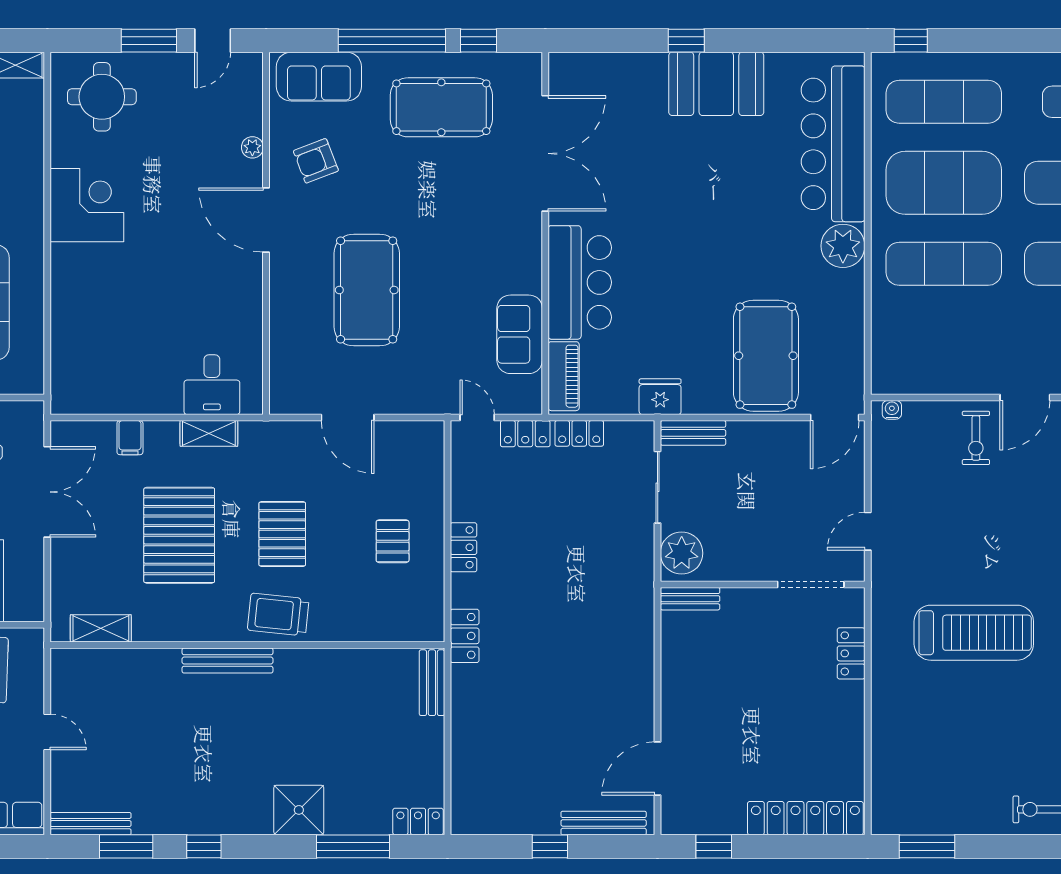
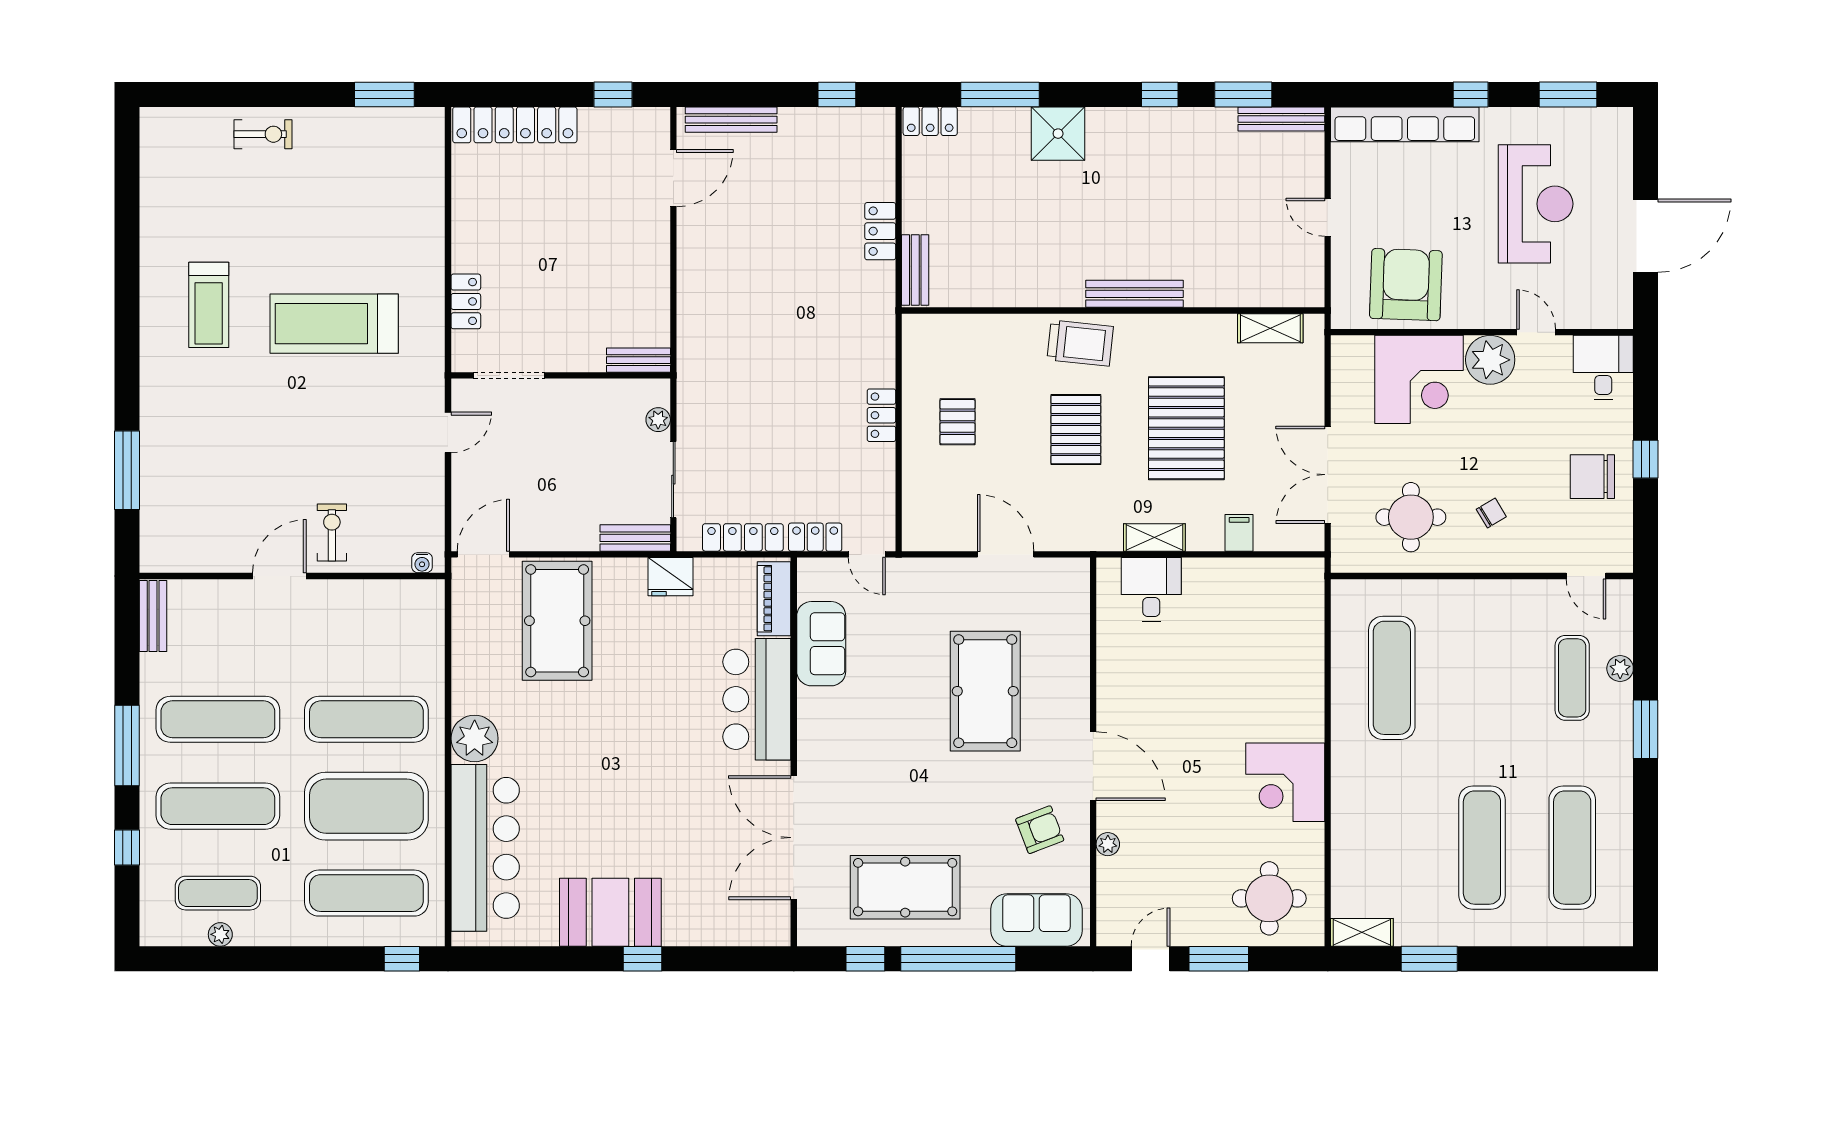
locker: (579, 433) -> (743, 537), width x1.53
plant: (682, 553) -> (658, 420), width x0.53, depth x0.53
locker: (465, 636) -> (880, 231), moved
window: (550, 846) -> (837, 94), moved

